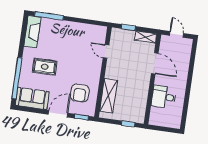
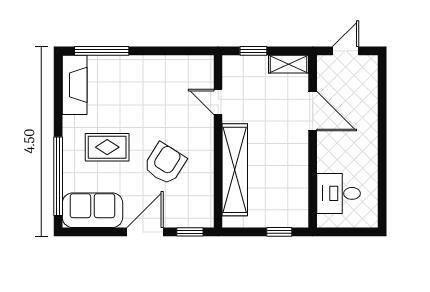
door: (176, 34) -> (346, 51), hinge flipped
armchair: (80, 93) -> (165, 164), moved, turned -148
shelving: (109, 96) -> (235, 170), width x1.47
desk: (164, 97) -> (339, 193), moved

